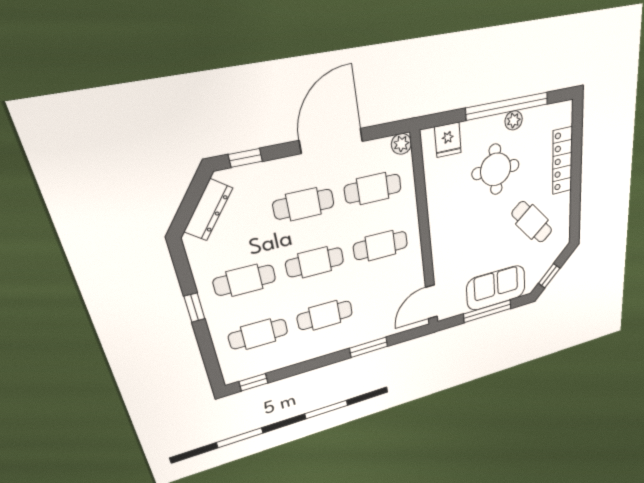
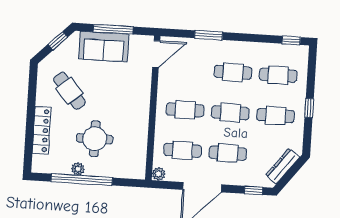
fridge: (448, 140) -> (127, 168), removed

